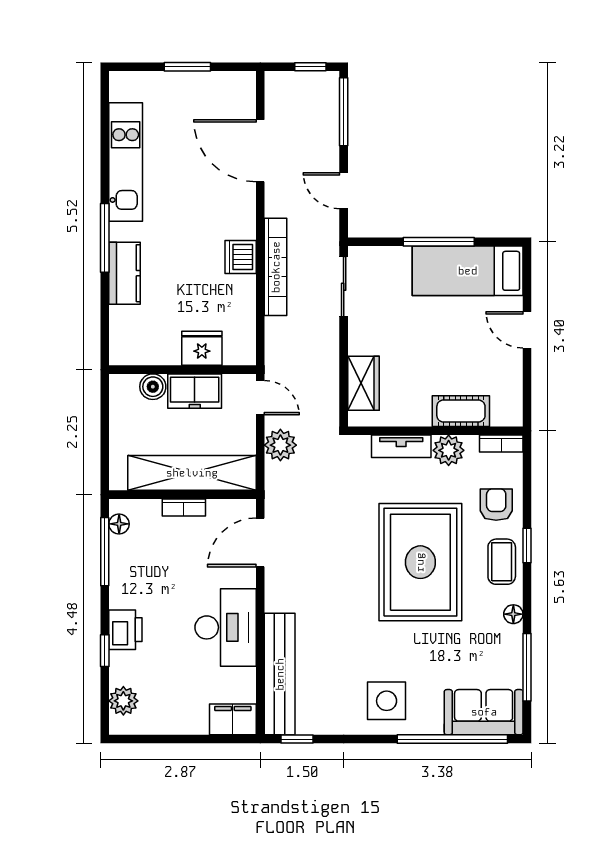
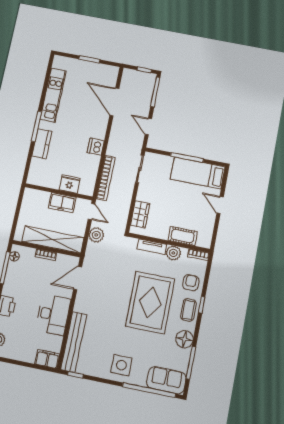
bookcase: (276, 267) -> (106, 178), moved
boiler: (153, 387) -> (44, 197), removed
floor lamp: (513, 614) -> (184, 339), width x1.89, depth x1.89

